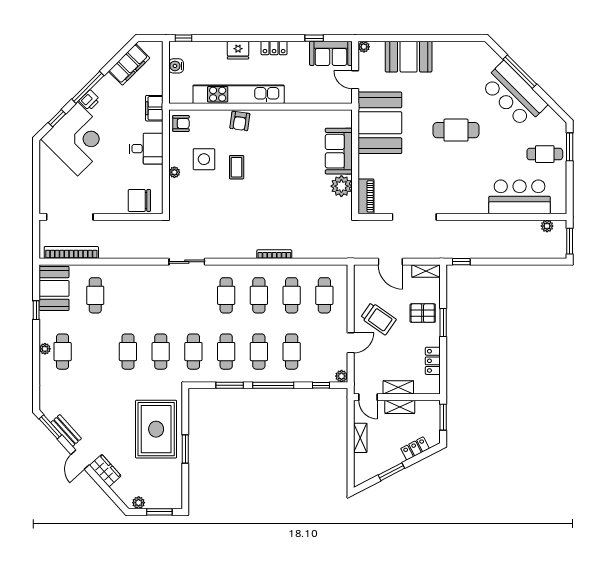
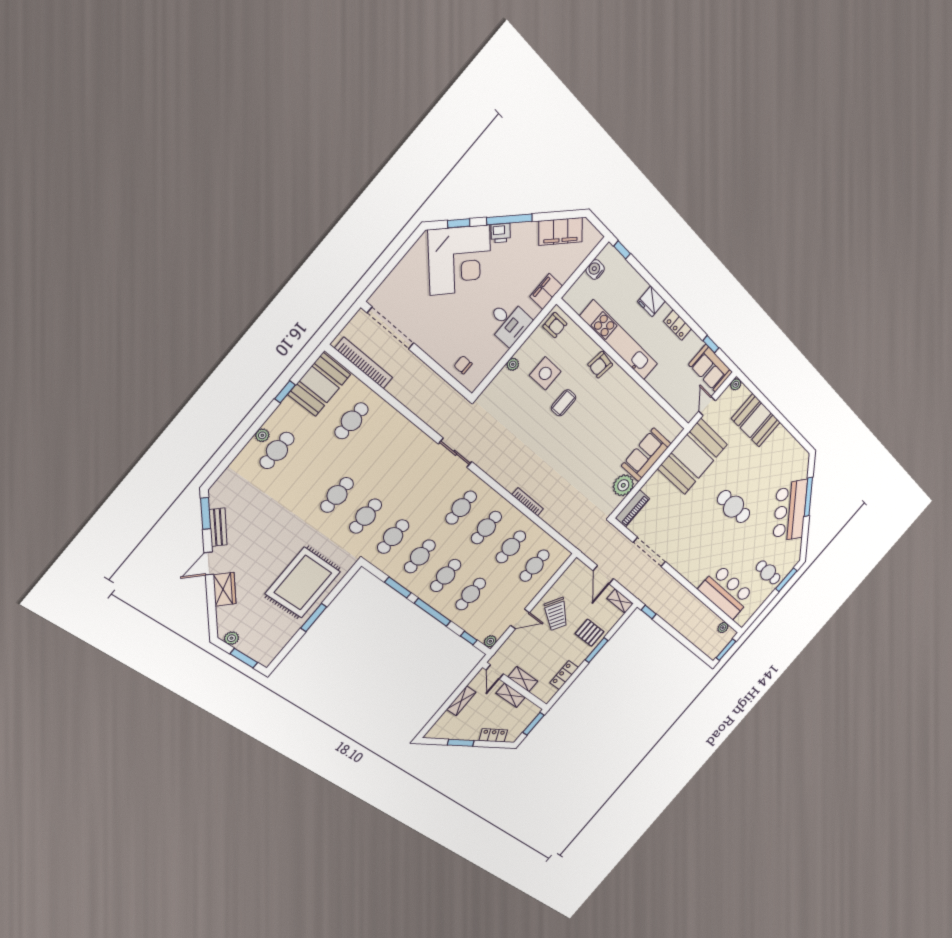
chair: (139, 200) -> (463, 365), width x0.54, depth x0.54

